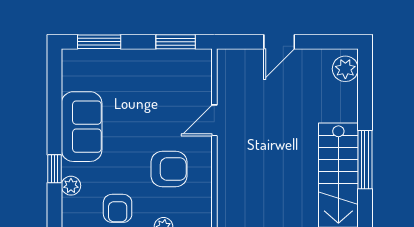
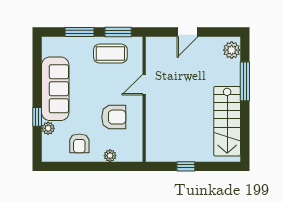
window: (99, 42) -> (80, 32), moved
coffee table: (164, 74) -> (110, 54), added
sofa: (82, 127) -> (55, 89), width x1.36
window: (365, 160) -> (245, 81), moved

